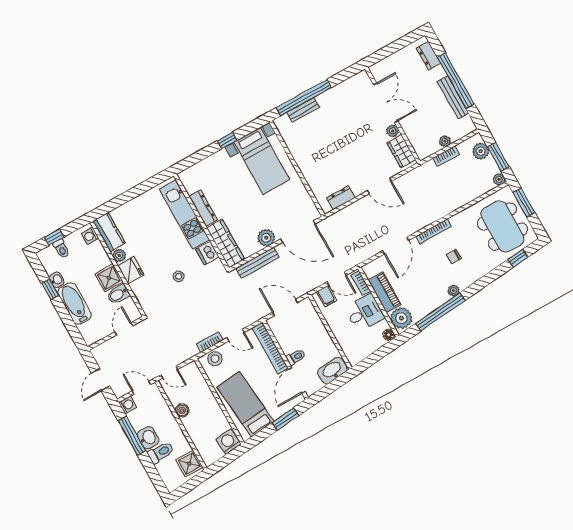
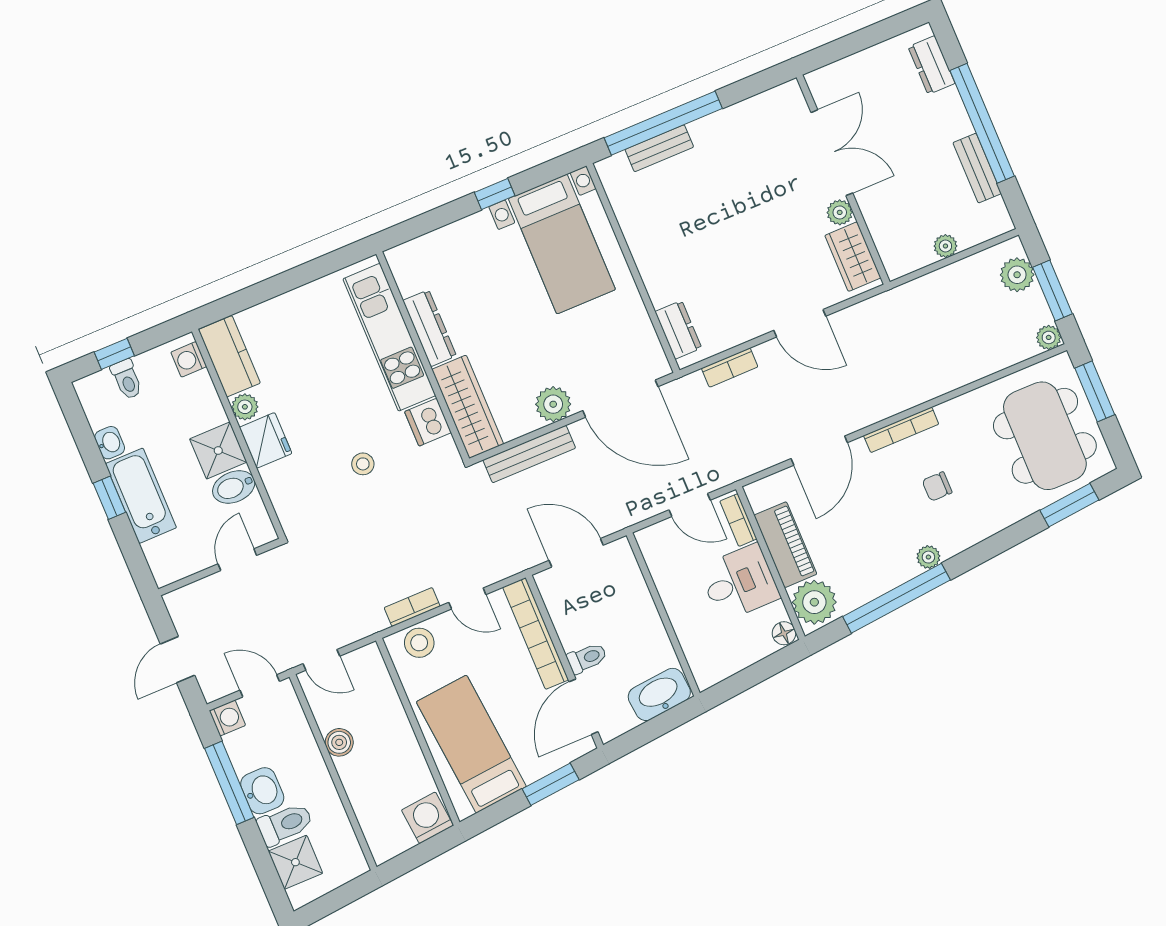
bench: (453, 97) -> (977, 168), width x0.73
bookcase: (446, 156) -> (730, 368), moved
dresser: (341, 198) -> (678, 330), moved, turned 90
window: (518, 258) -> (1069, 505), width x1.50
window: (50, 289) -> (109, 498), moved
filing cabinet: (327, 296) -> (665, 539), removed
shower: (189, 464) -> (295, 862), moved

